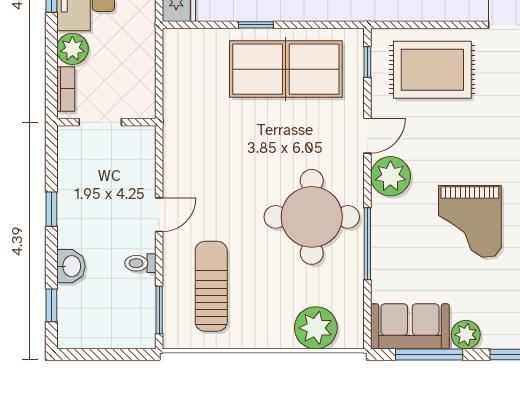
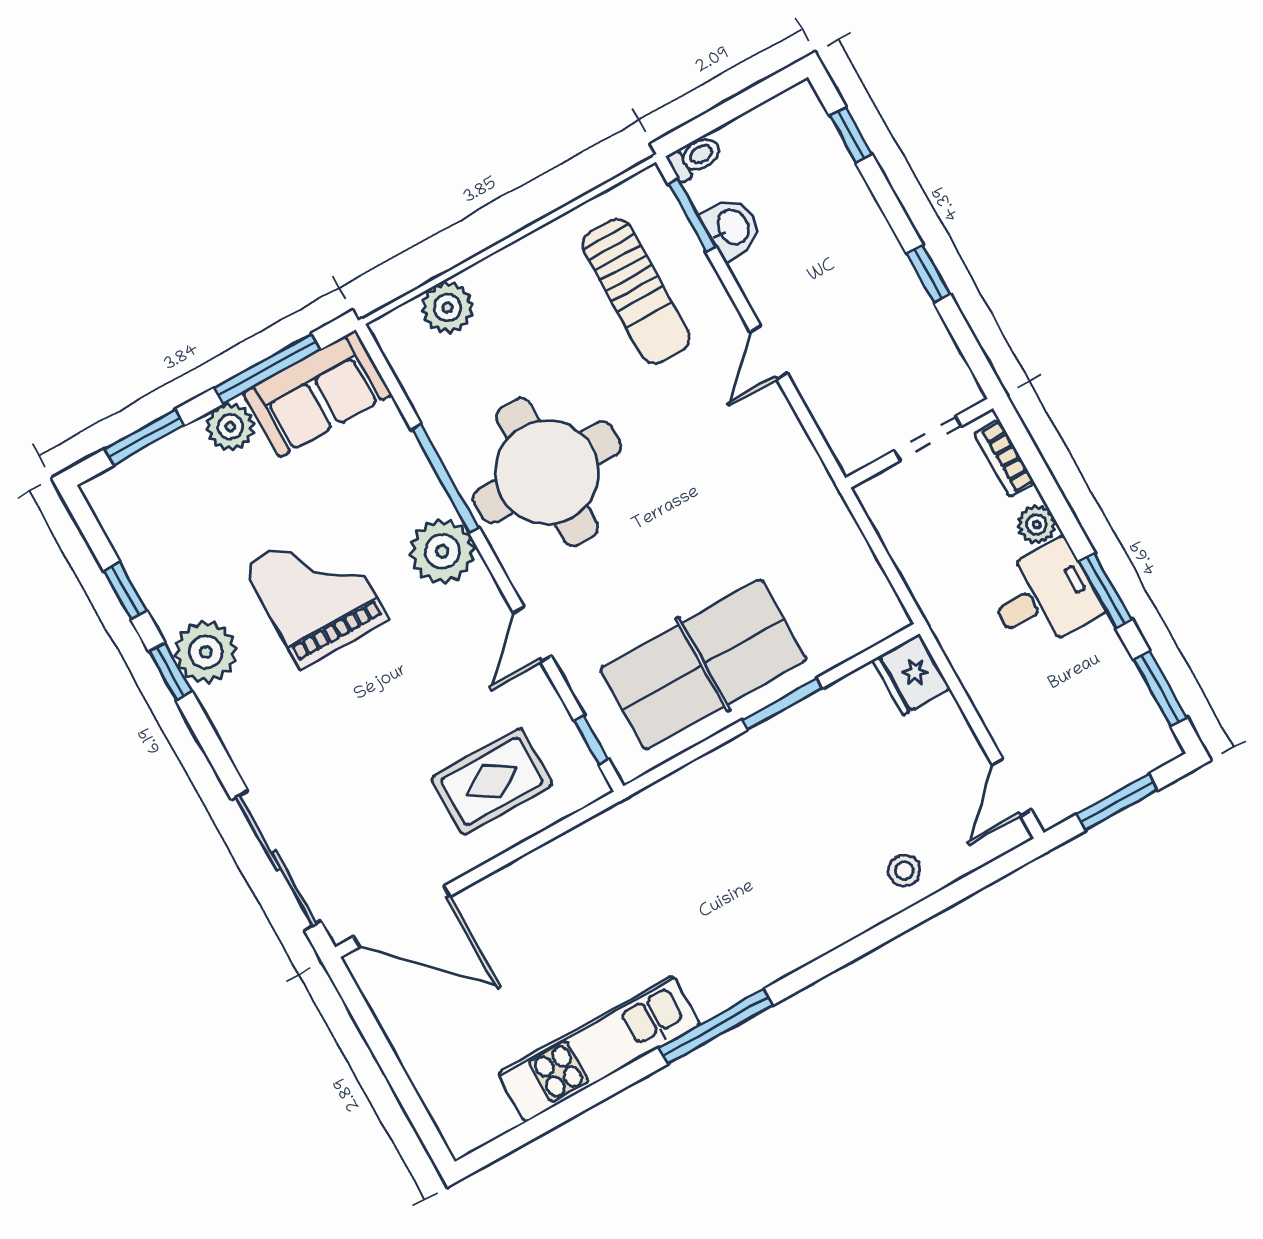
window: (256, 25) -> (782, 704), width x1.50
plant: (72, 49) -> (1037, 524), width x0.73, depth x0.73
rug: (432, 70) -> (492, 781), width x0.73, depth x0.70
plant: (390, 176) -> (442, 551), moved
toilet: (140, 263) -> (695, 158), moved
washbasin: (71, 266) -> (732, 228), moved, turned 180
plant: (316, 328) -> (447, 308), width x0.73, depth x0.73

